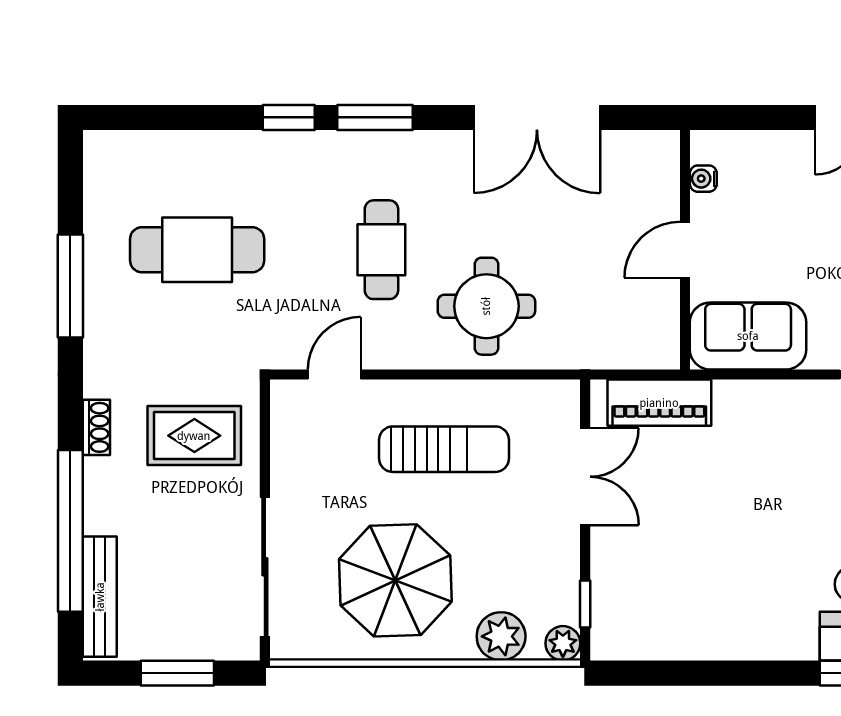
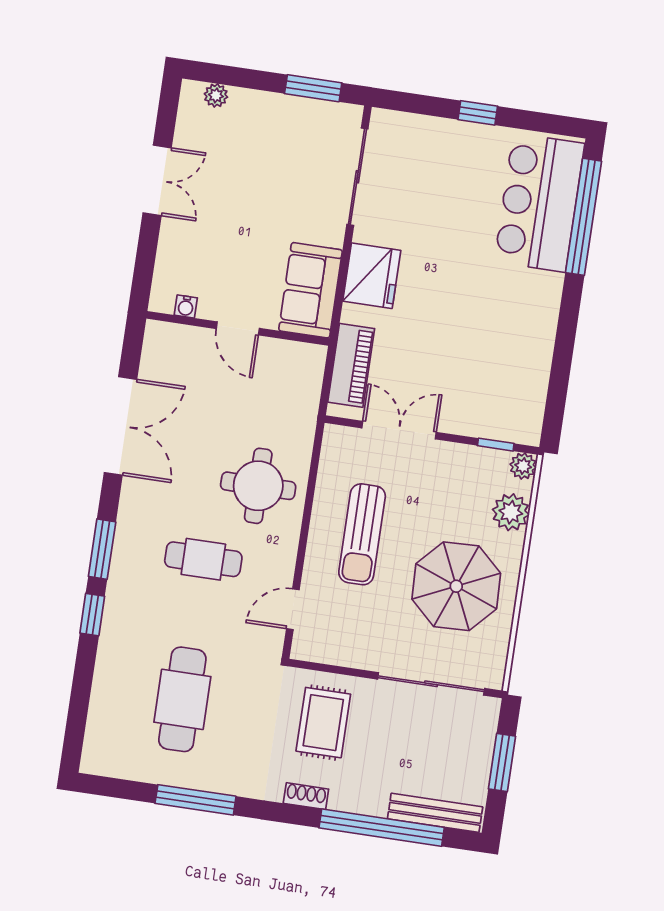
door: (334, 374) -> (293, 609), hinge flipped
fridge: (779, 412) -> (372, 276), added
sun lounger: (444, 449) -> (362, 534), turned 180

